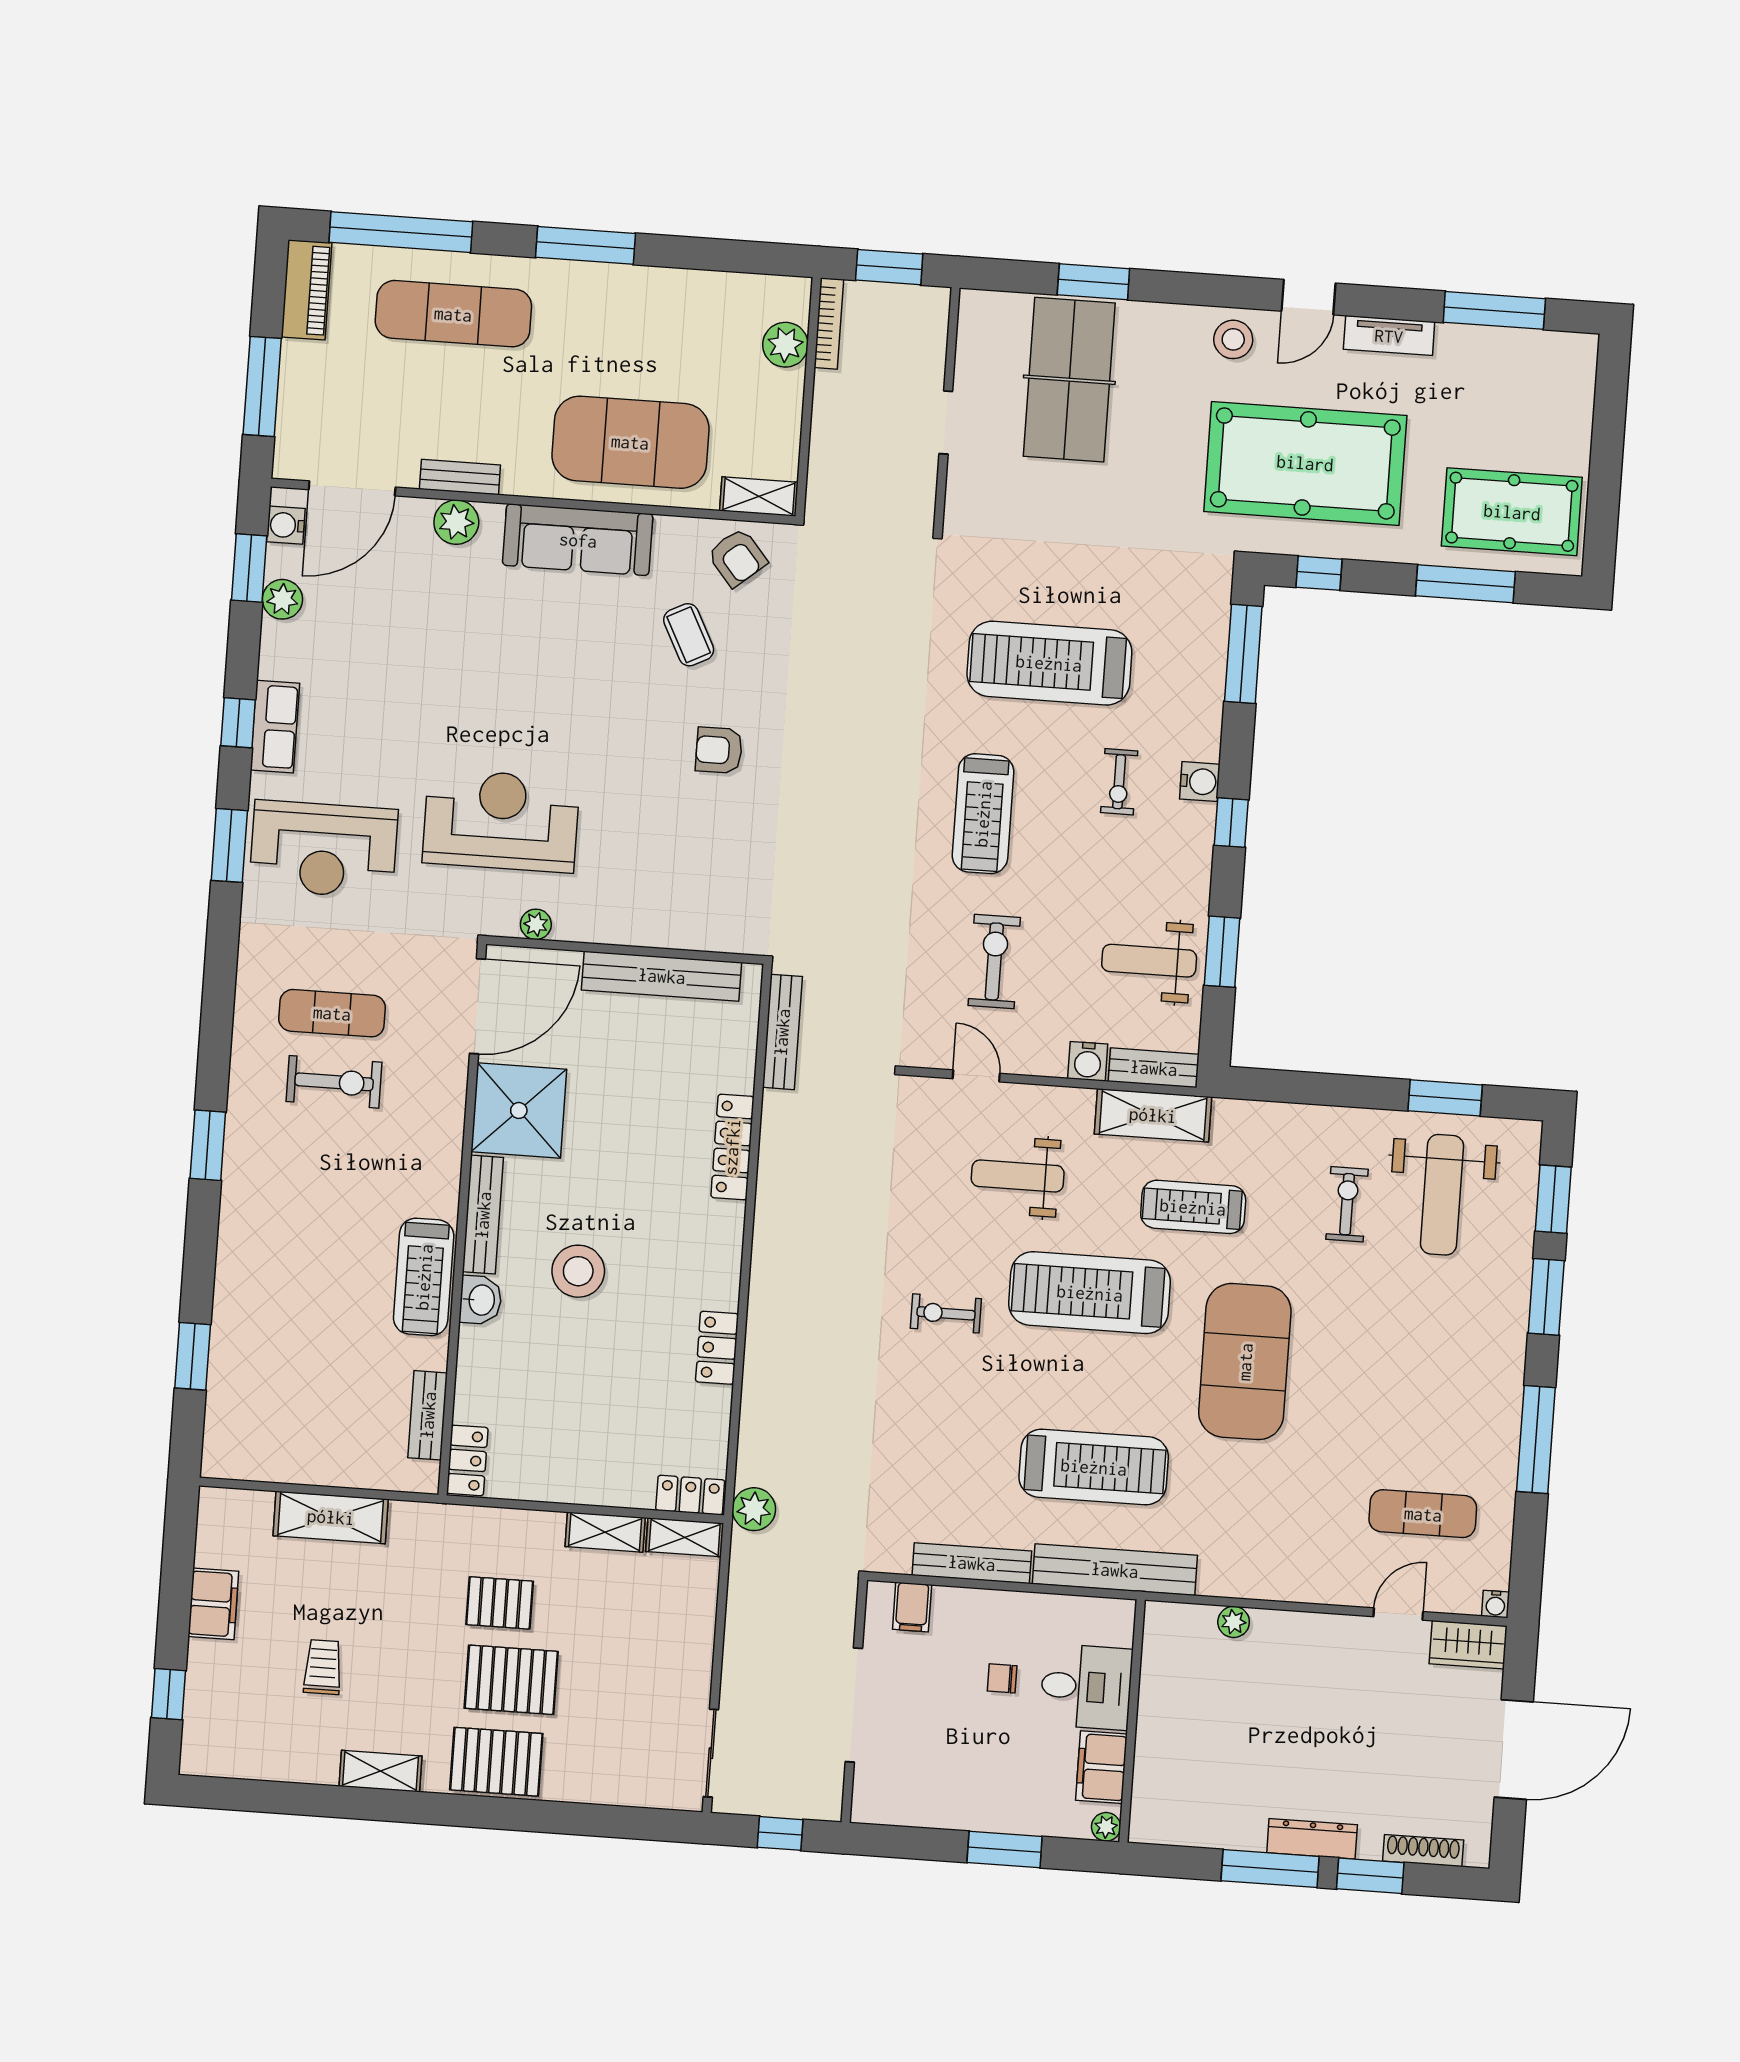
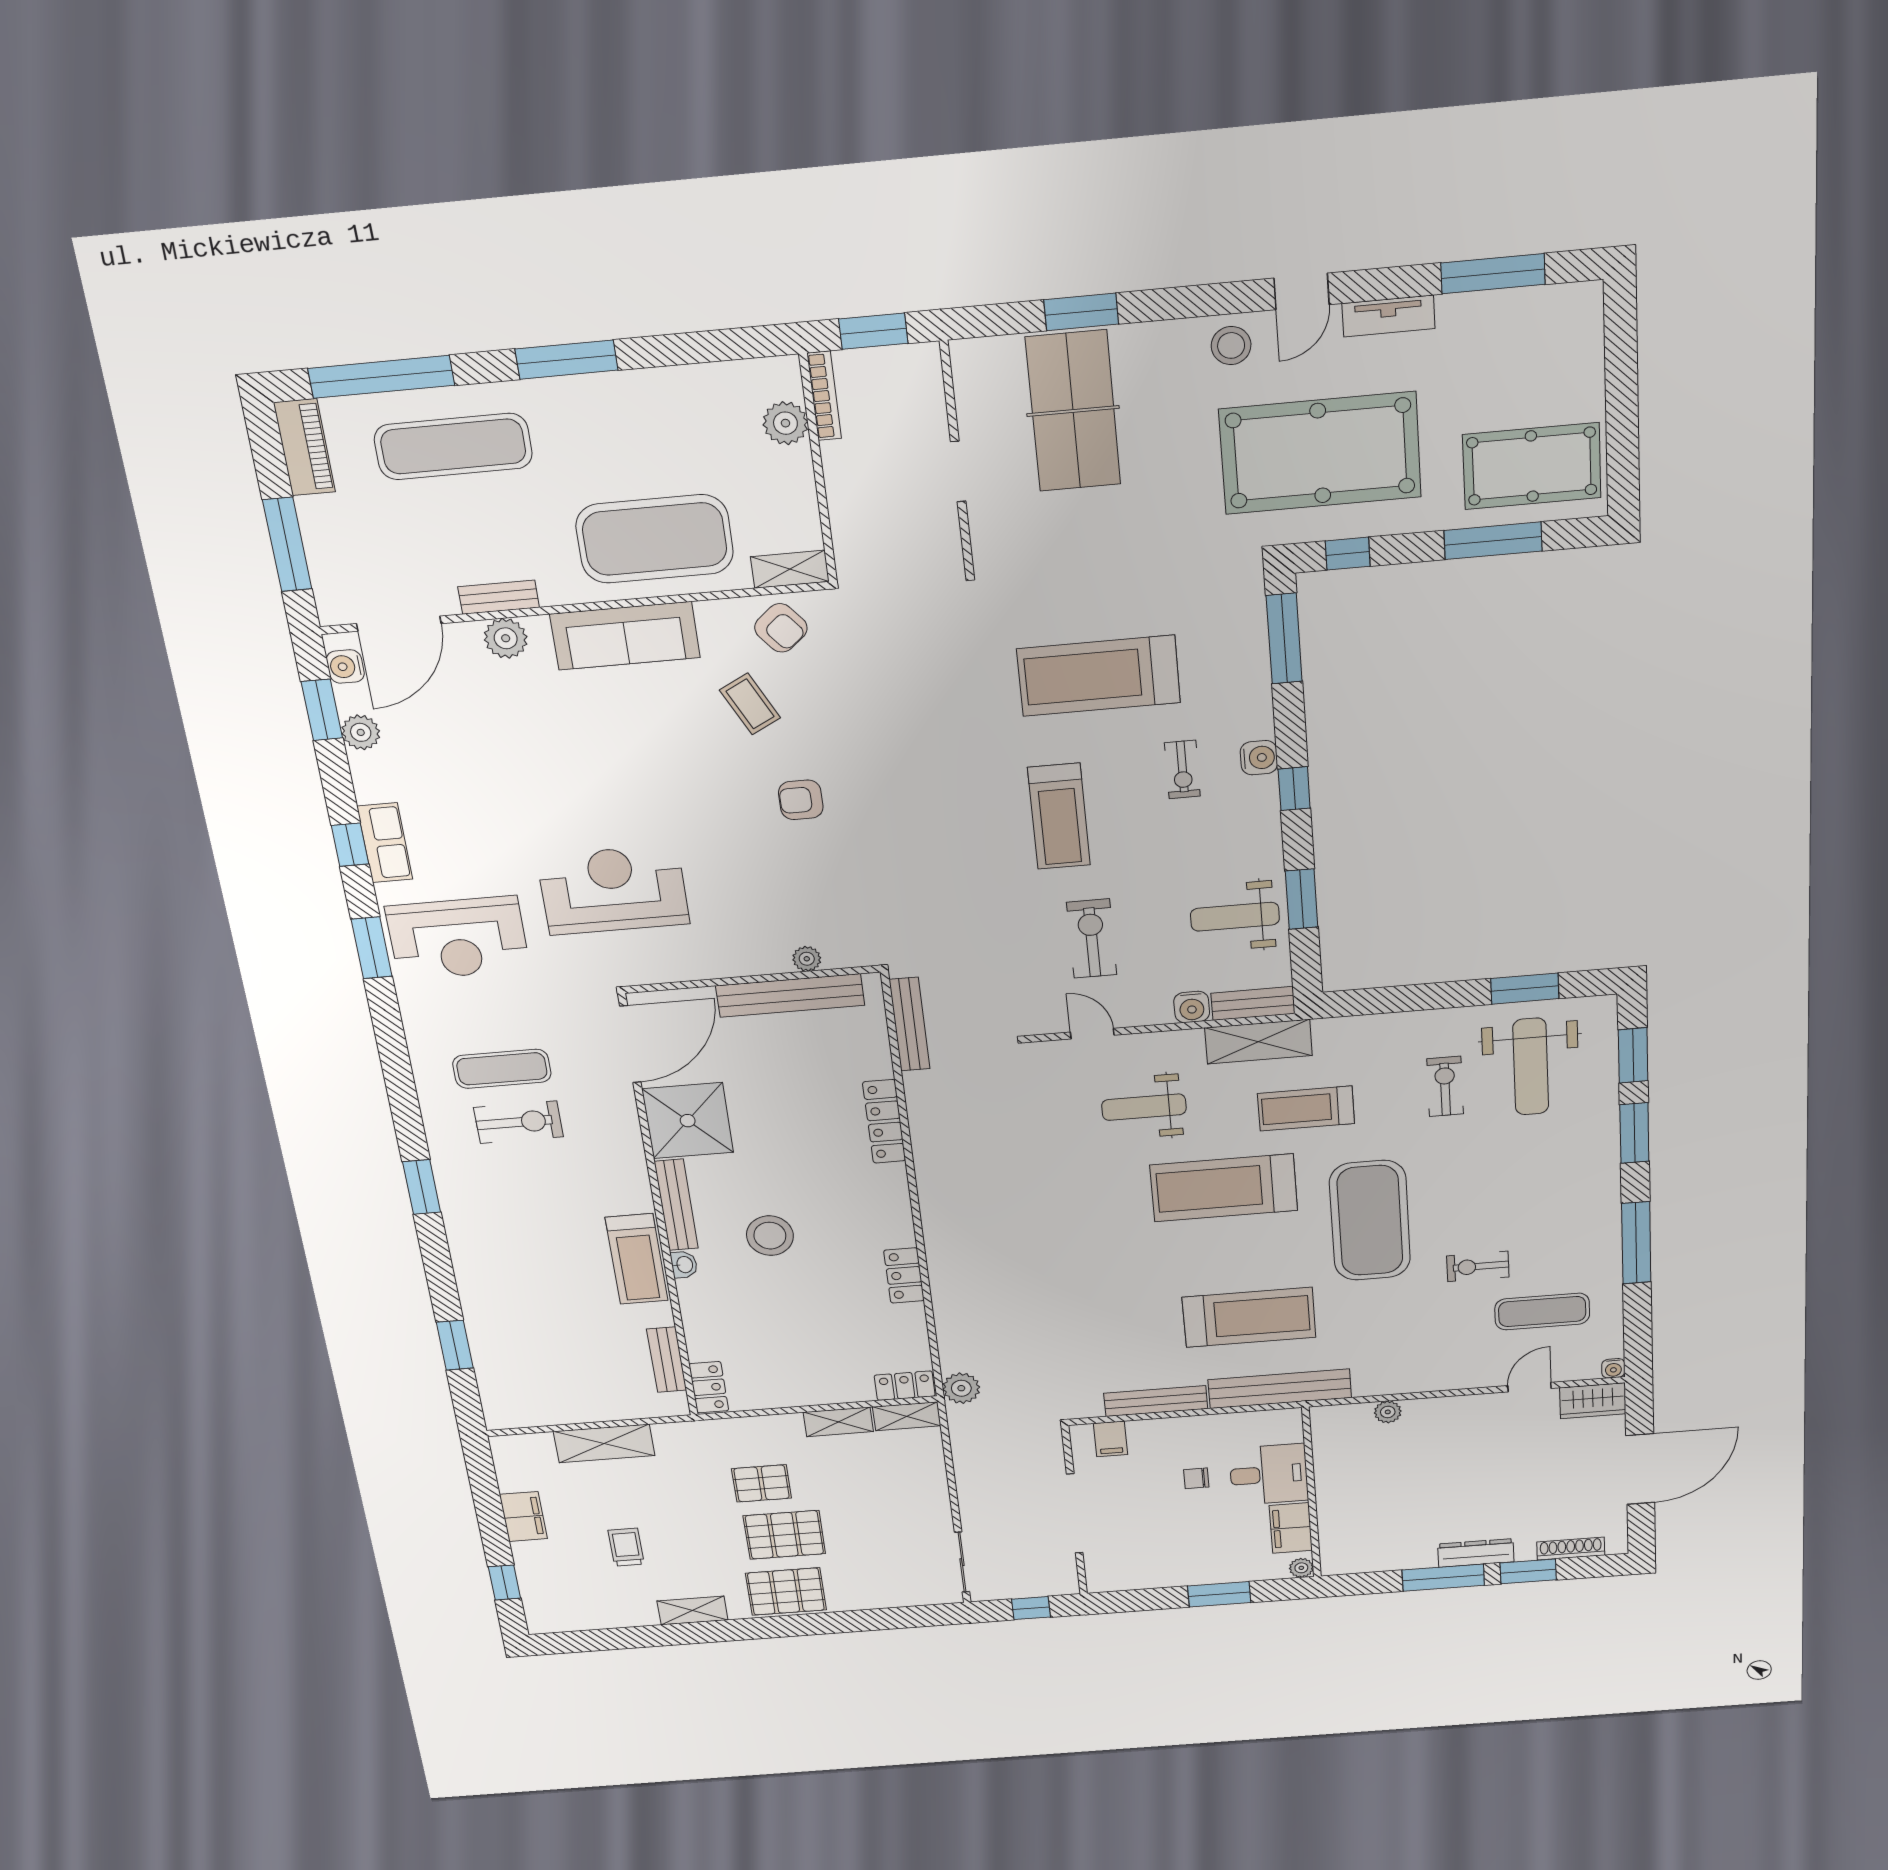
plant: (536, 924) -> (807, 959), moved
washbasin: (481, 1300) -> (684, 1265), width x0.72, depth x0.69
exercise bike: (946, 1313) -> (1478, 1266), moved

